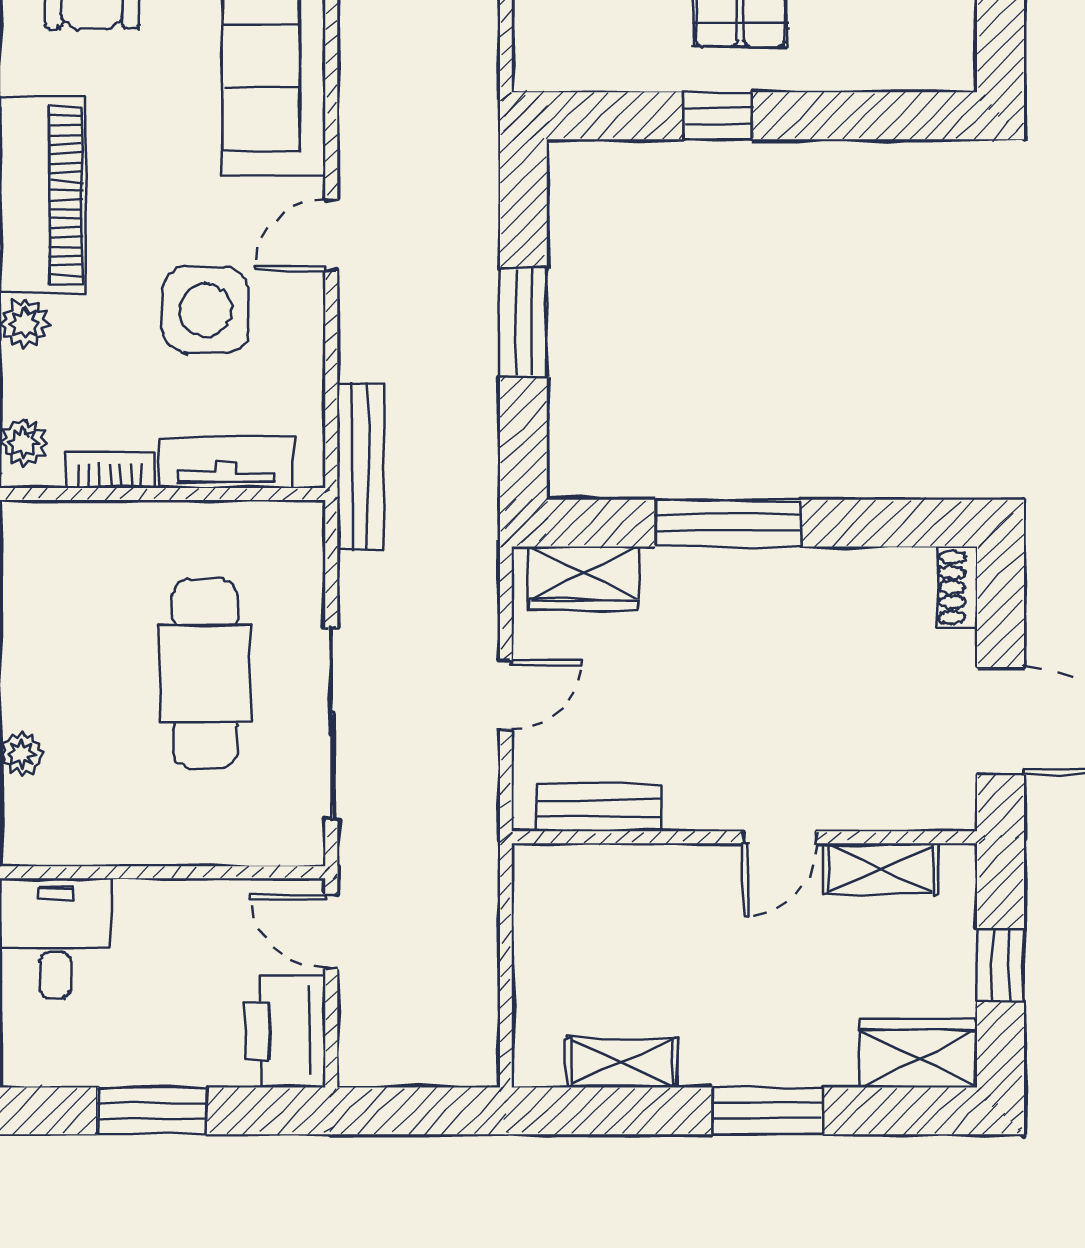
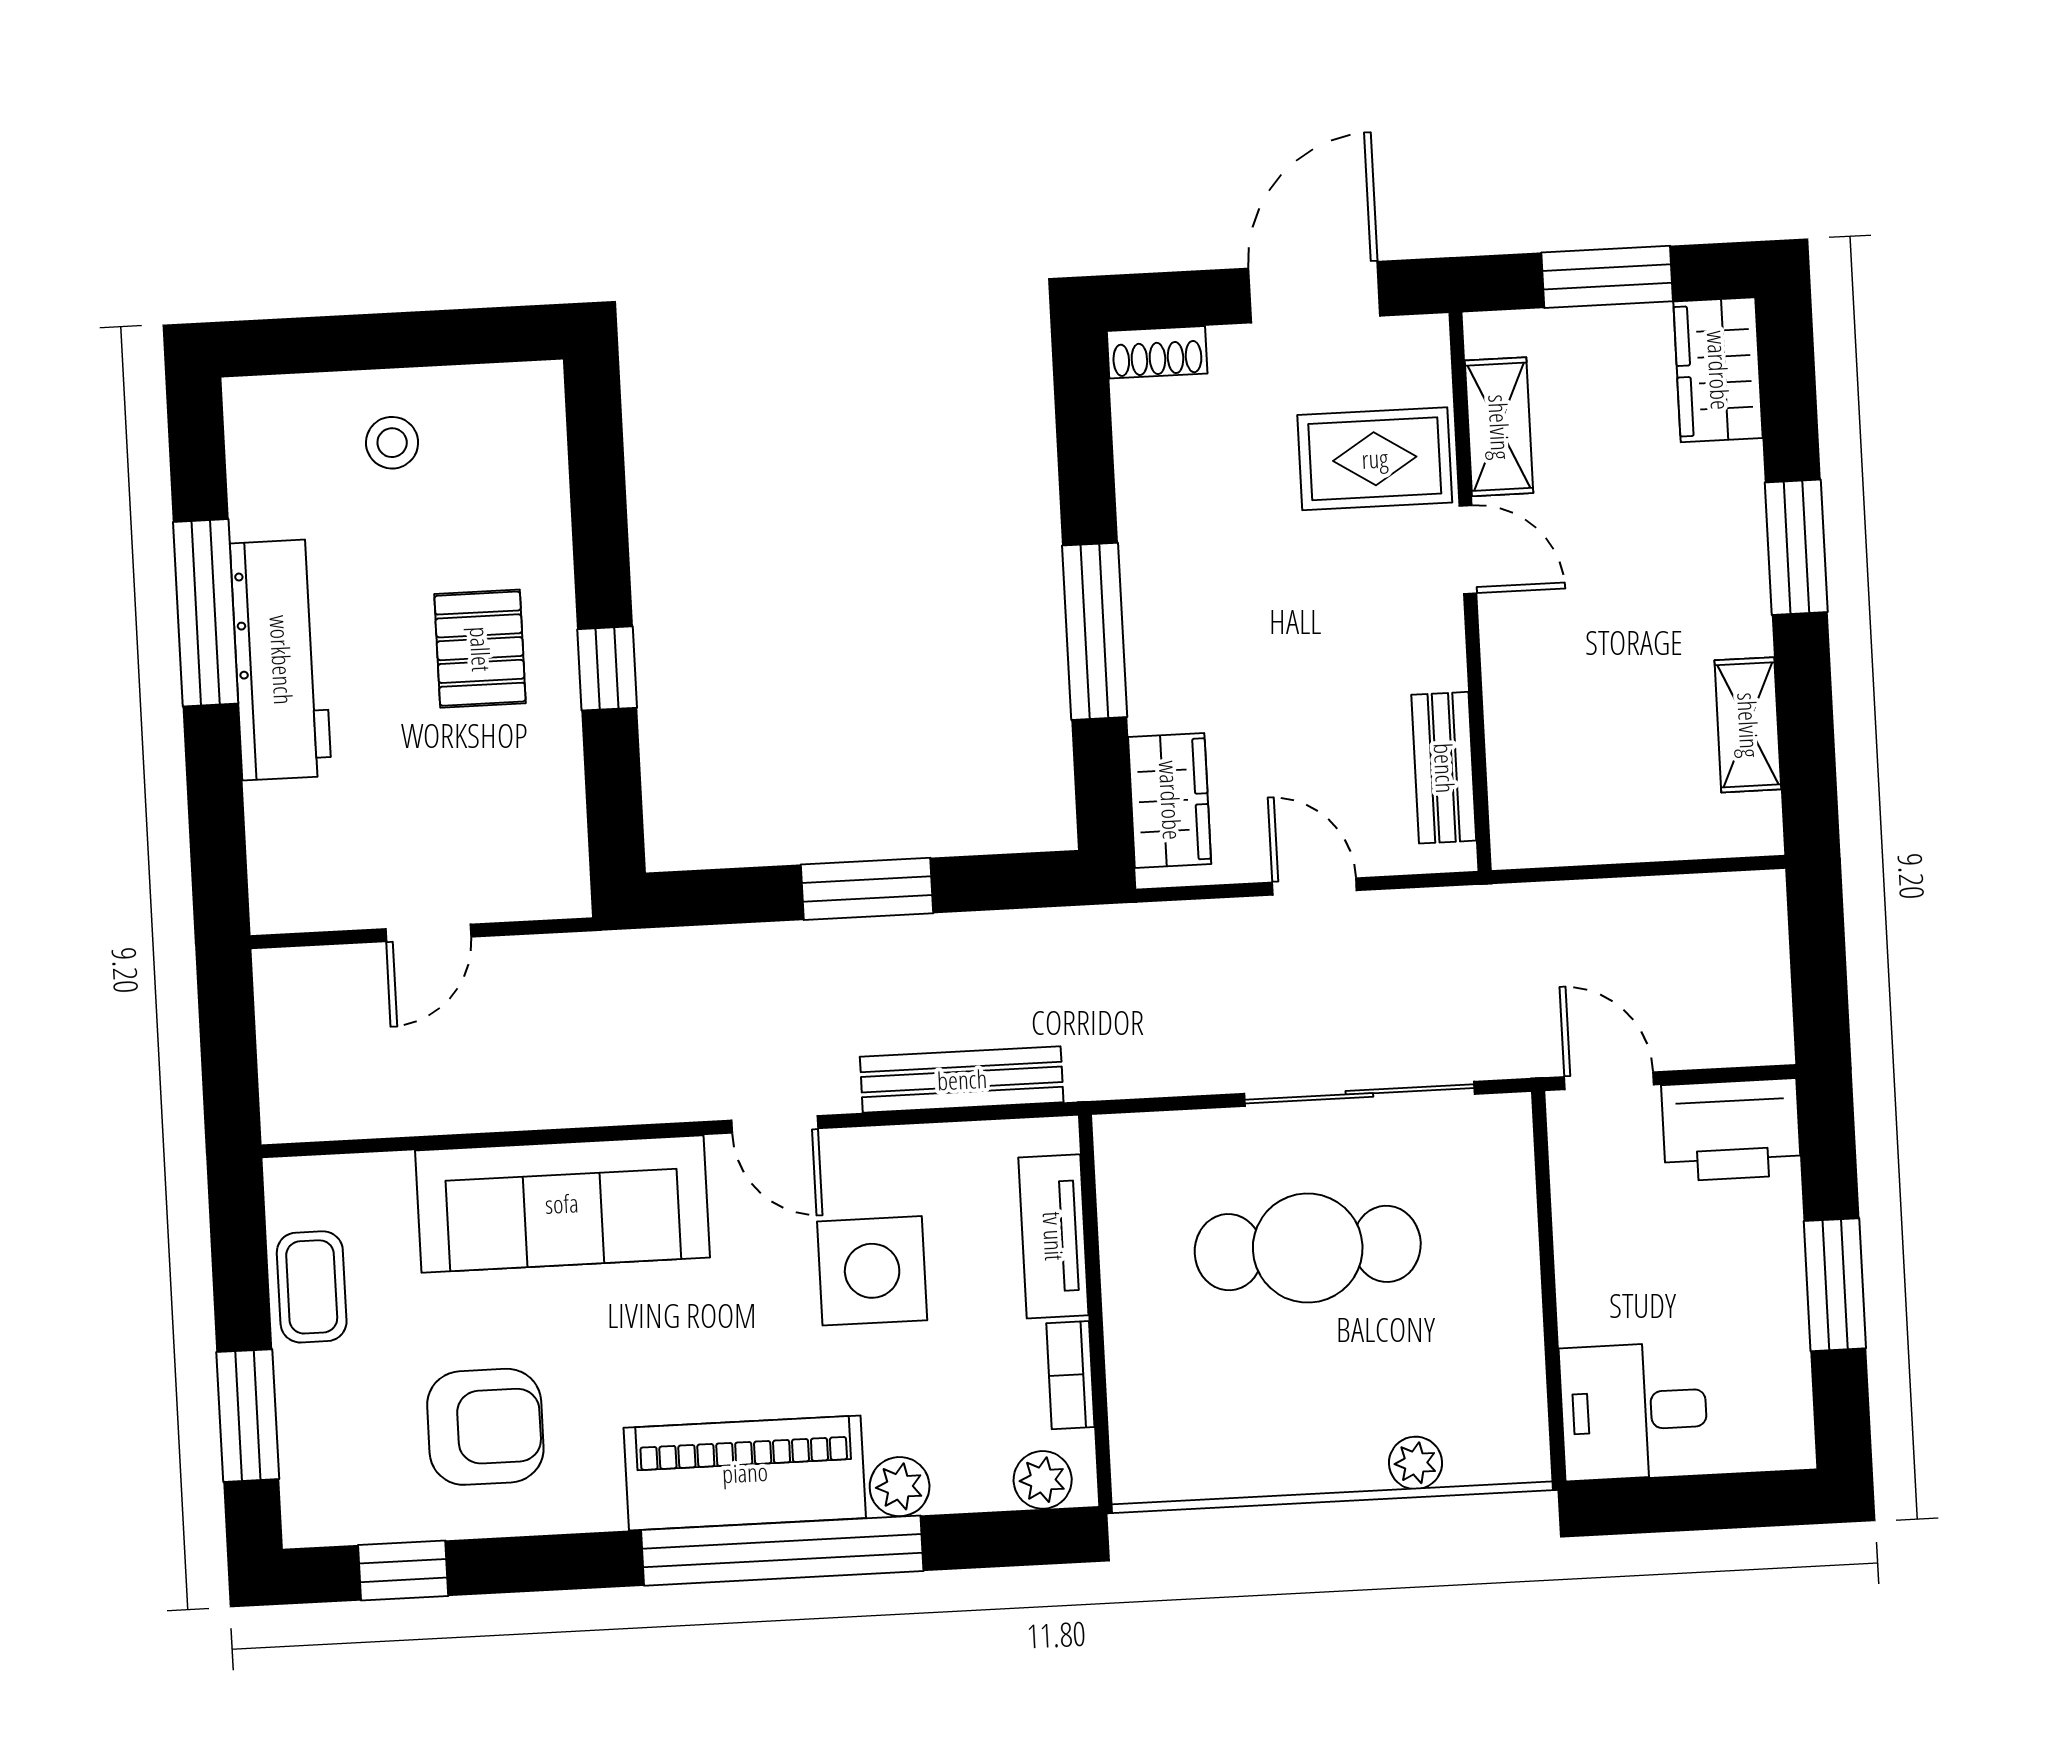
bench: (361, 467) -> (962, 1080), moved
rug: (859, 764) -> (1375, 459), added
door: (331, 932) -> (1609, 1081), swing flipped
window: (1000, 965) -> (1607, 277), width x1.50

